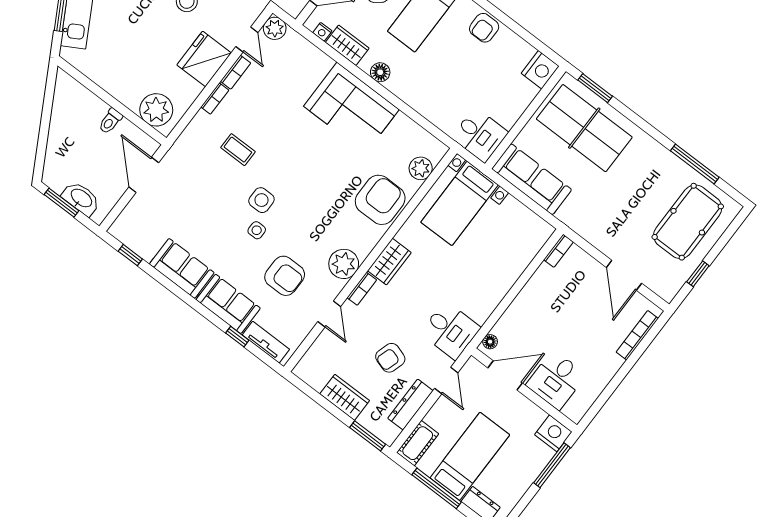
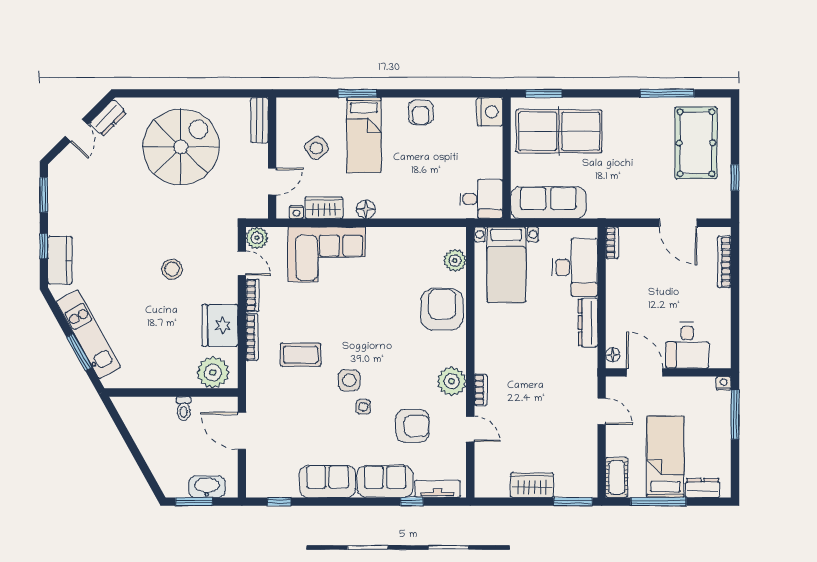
fridge: (204, 59) -> (220, 325), moved
bookcase: (215, 99) -> (252, 337), width x1.56
corner sofa: (351, 108) -> (327, 254), moved
coffee table: (238, 150) -> (301, 355), width x1.36, depth x1.30
wardrobe: (389, 262) -> (486, 352), removed
desk: (450, 330) -> (575, 267), moved, width x1.37
armchair: (390, 358) -> (544, 427), removed
door: (505, 375) -> (645, 372), hinge flipped
dresser: (410, 405) -> (588, 322), moved
nightstand: (553, 433) -> (724, 383), width x0.53, depth x0.56

